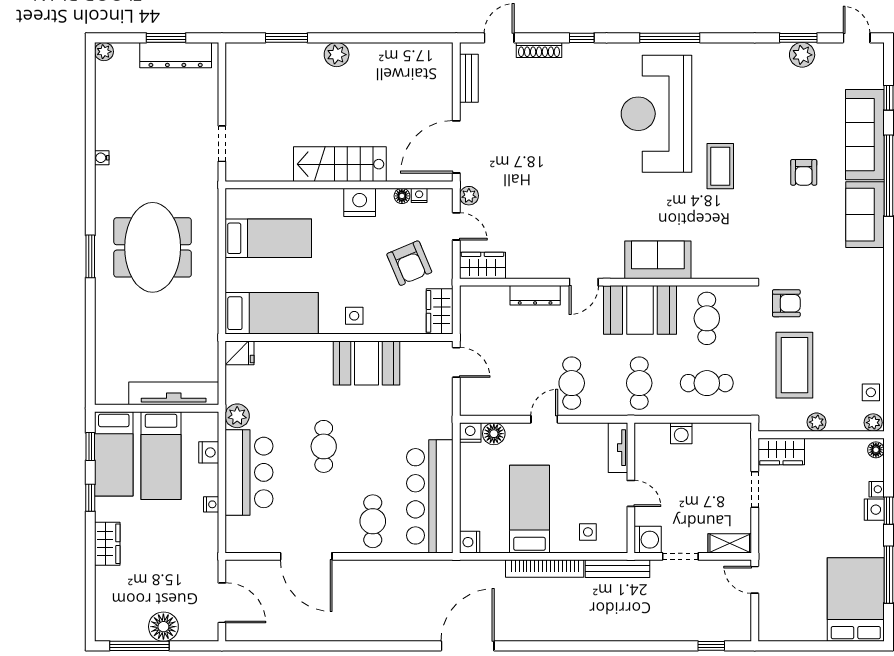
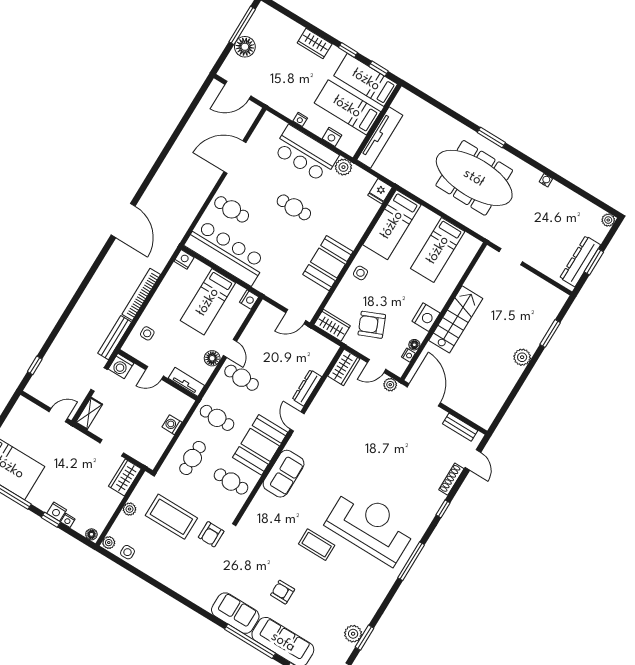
meeting table: (153, 247) -> (474, 178), width x1.36
floor lamp: (494, 434) -> (212, 358), moved
bed: (530, 509) -> (208, 302), moved, turned 90

